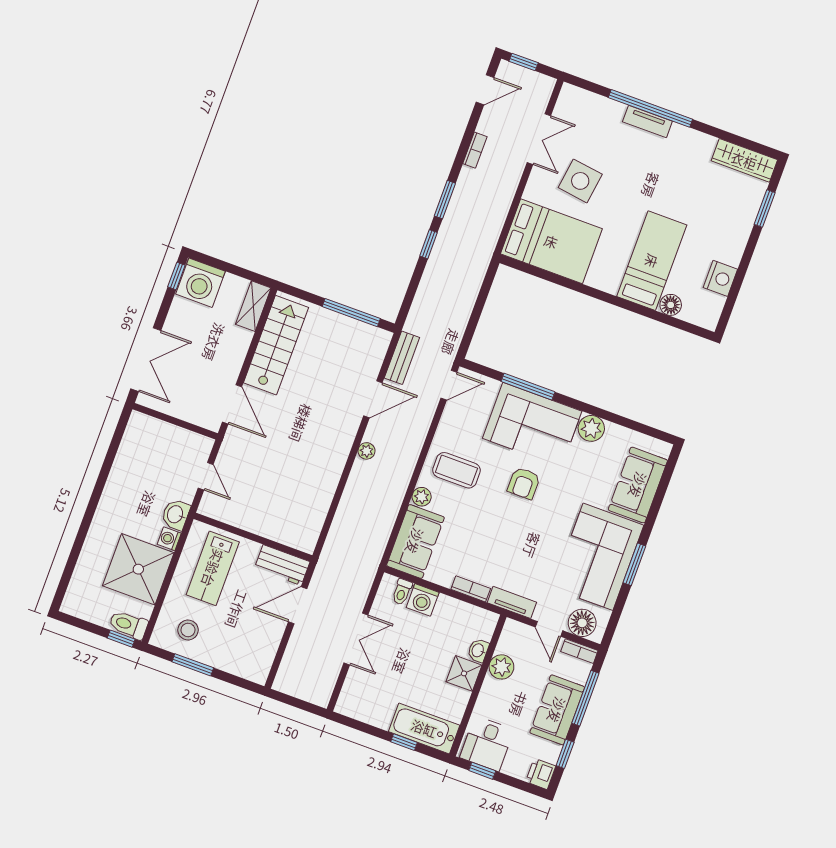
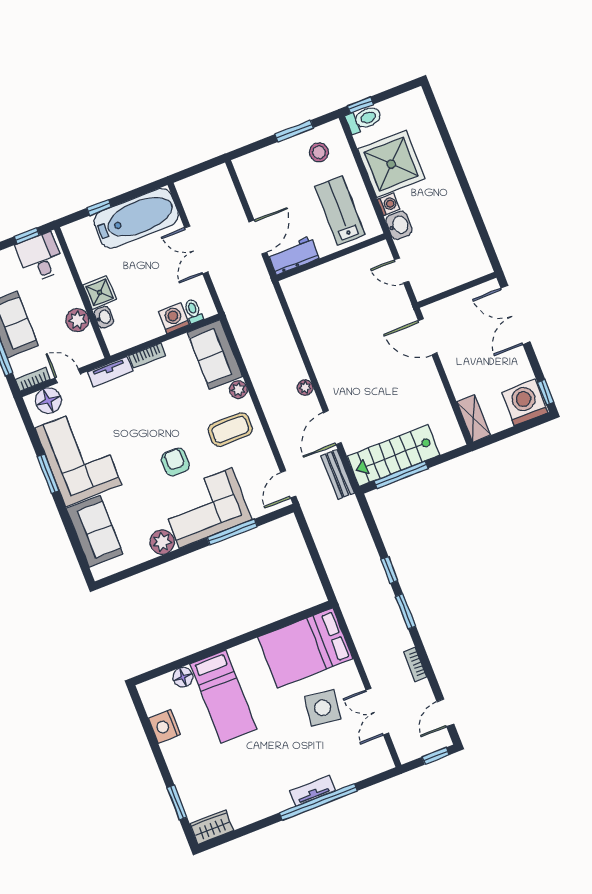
wardrobe: (744, 160) -> (212, 827), width x0.67
stairs: (276, 345) -> (394, 456), moved, turned 90
bathtub: (424, 728) -> (136, 218), moved, width x1.36, depth x1.36

